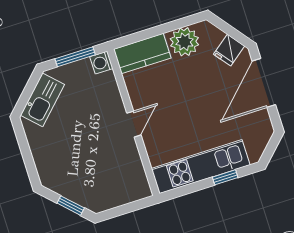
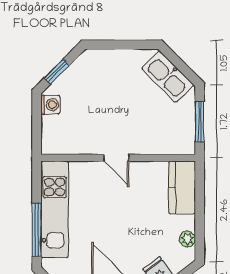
plant: (184, 42) -> (187, 239), width x0.53, depth x0.53
washing machine: (101, 63) -> (50, 105), moved, turned 90
window: (225, 177) -> (37, 230), width x2.17

